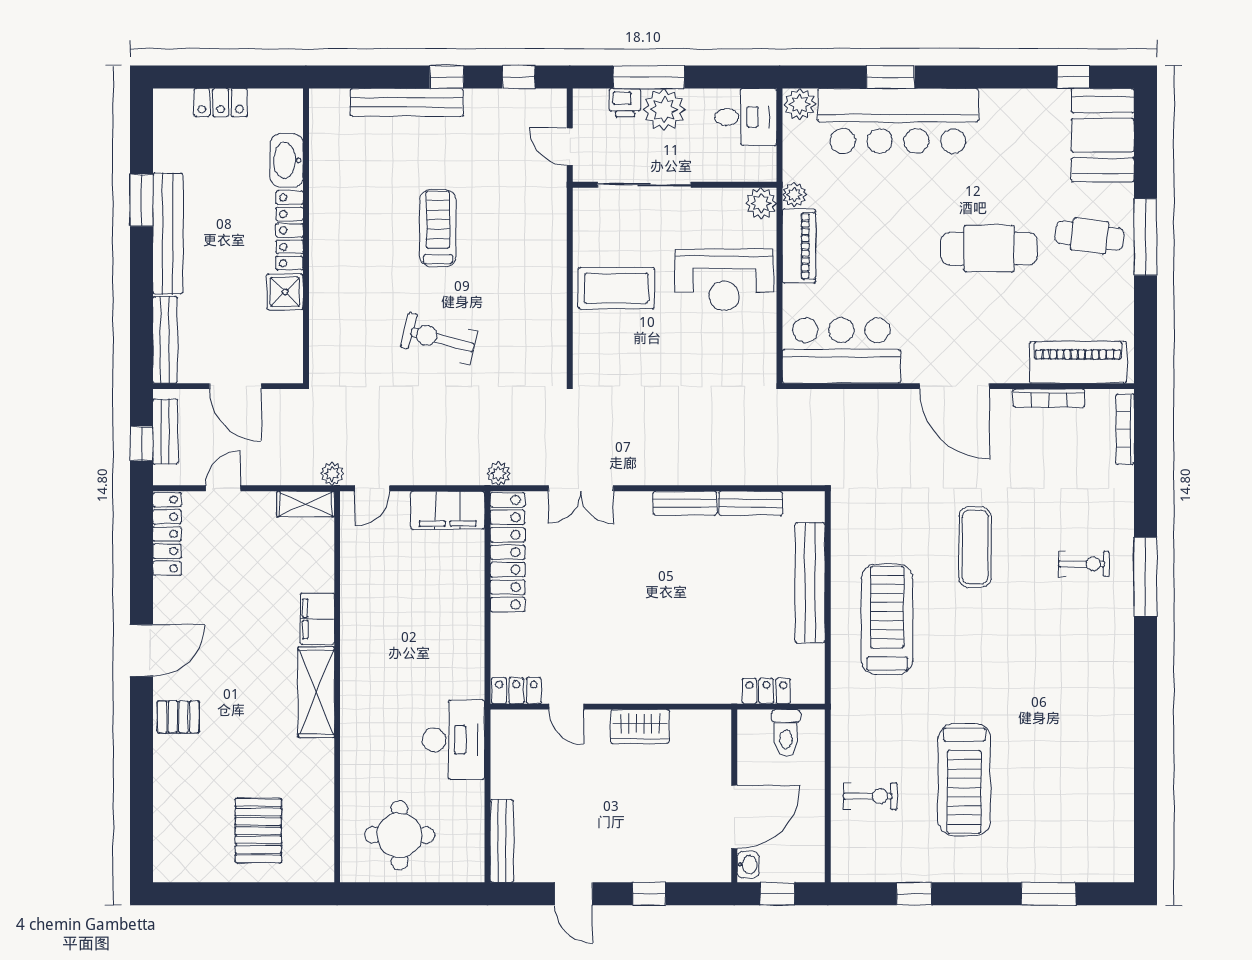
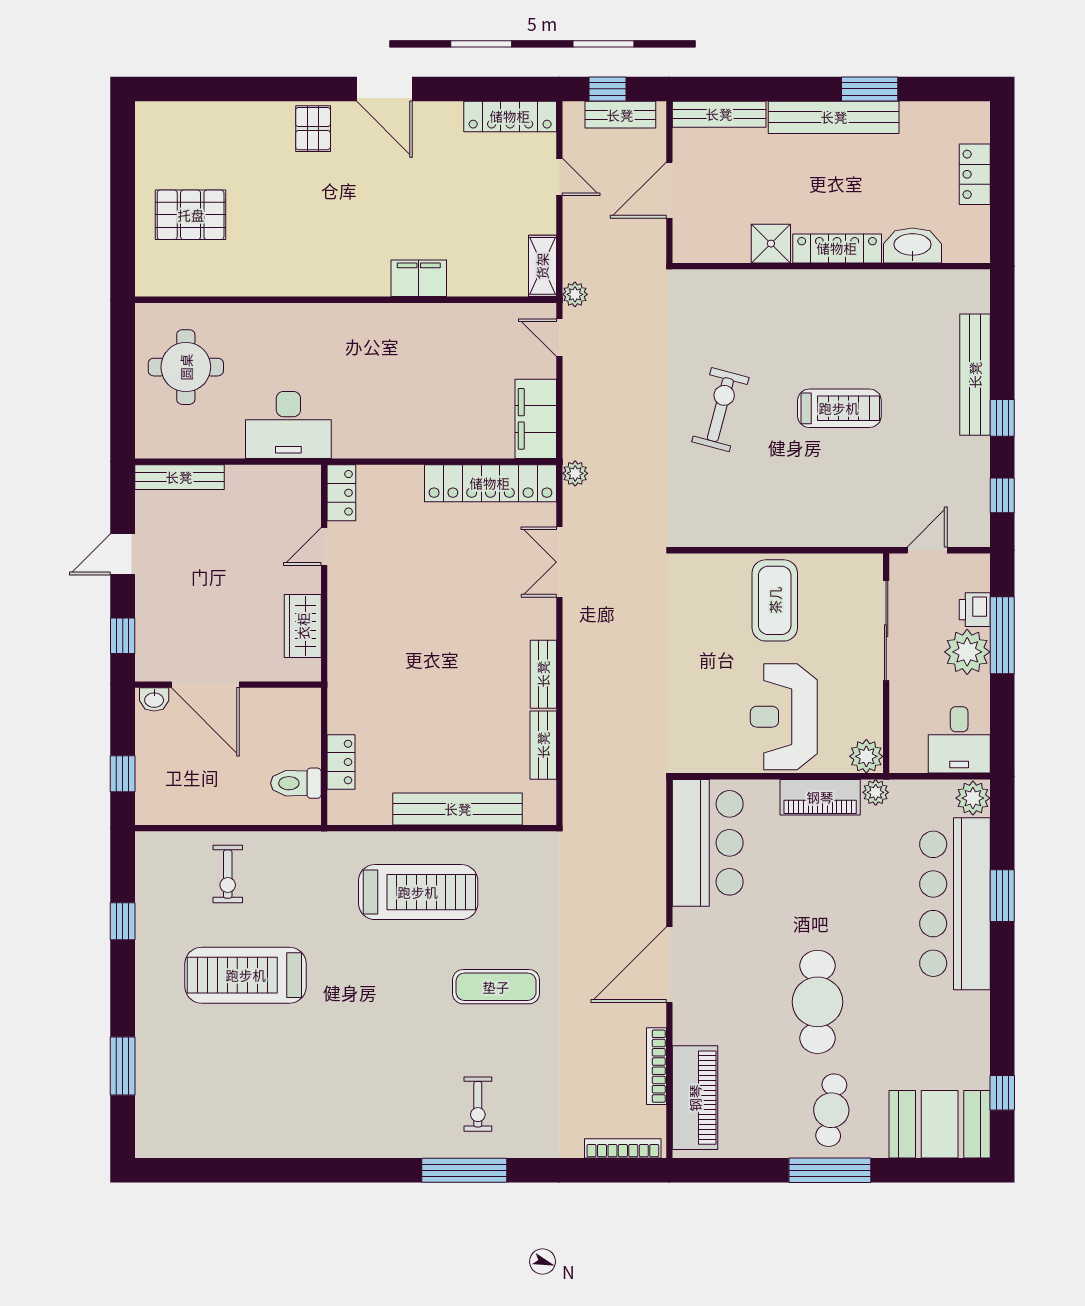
shelving: (316, 692) -> (340, 277), removed
wall: (734, 796) -> (228, 685), moved
door: (734, 817) -> (205, 685), moved
washbasin: (748, 865) -> (154, 699), moved

